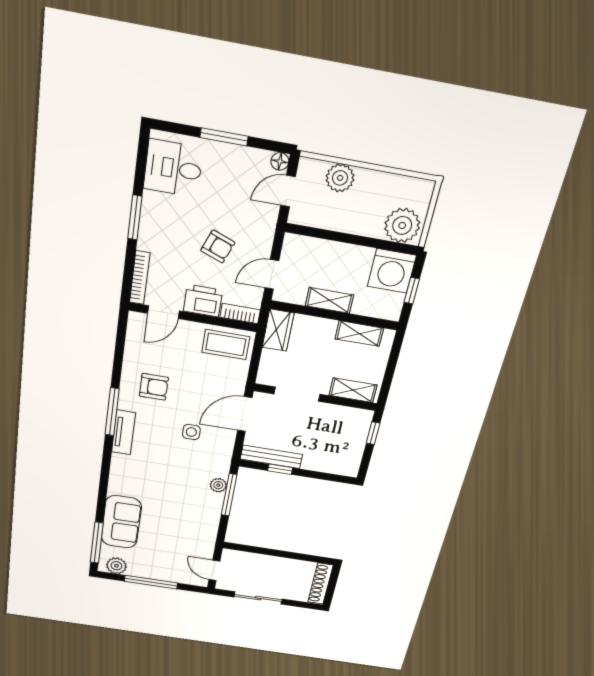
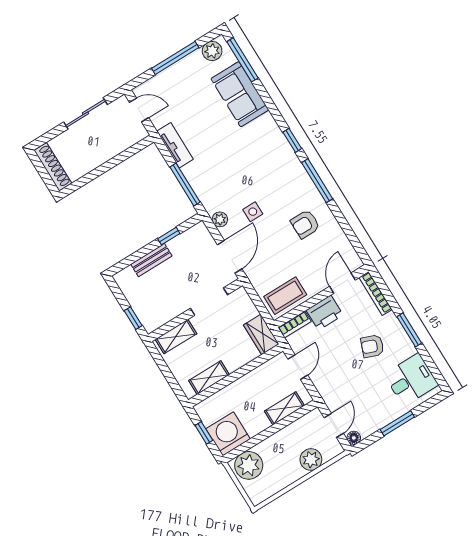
armchair: (218, 247) -> (372, 346), moved
shelving: (329, 300) -> (284, 408), moved
tv unit: (123, 432) -> (175, 145), moved, turned 180
bench: (271, 457) -> (151, 260), moved, width x0.73
window: (107, 458) -> (292, 140), added
plant: (218, 485) -> (220, 219), moved

